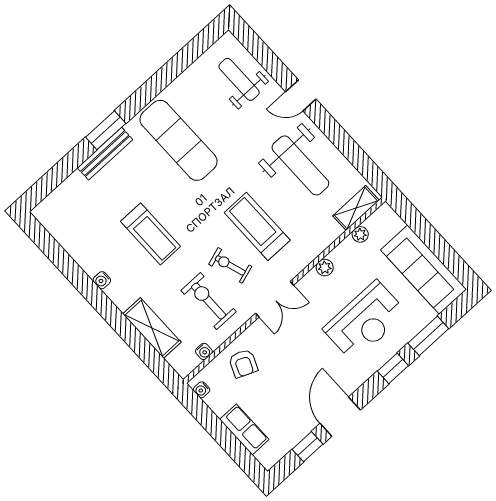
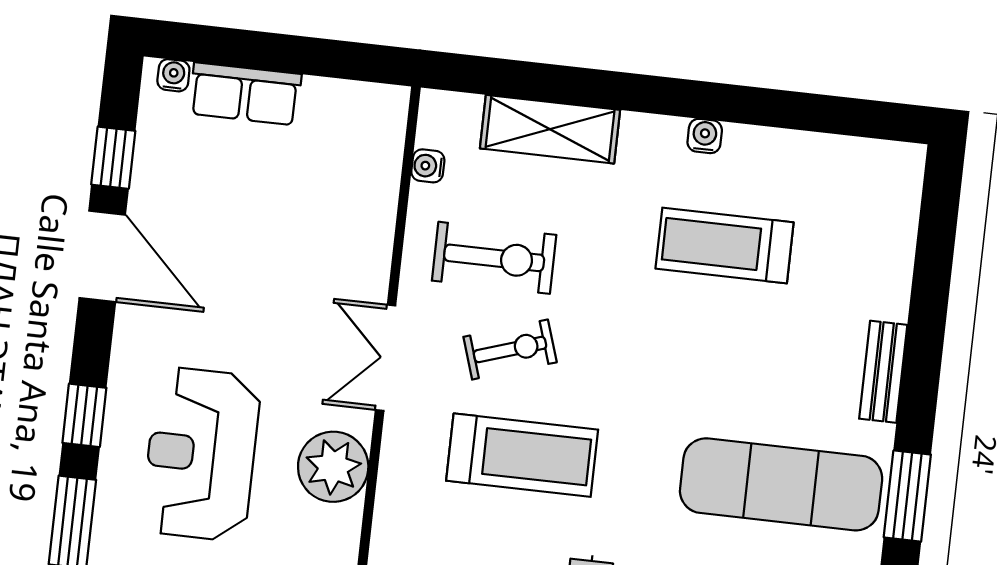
window: (106, 130) -> (907, 496), moved
bench: (105, 154) -> (883, 372), width x0.73
treadmill: (151, 234) -> (725, 245), moved
plant: (325, 268) -> (333, 467), width x1.88, depth x1.88
armchair: (243, 363) -> (344, 204), removed
water cooler: (202, 390) -> (173, 75), moved

